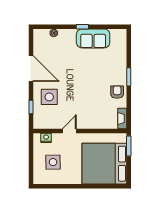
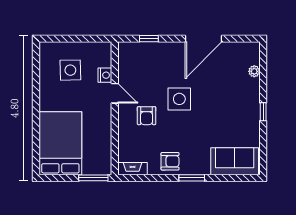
sofa: (93, 38) -> (235, 161), moved, turned 90
side table: (49, 97) -> (179, 99), moved
armchair: (85, 109) -> (147, 116), added
nightstand: (46, 138) -> (105, 75), moved
bed: (104, 164) -> (60, 143), width x0.73

